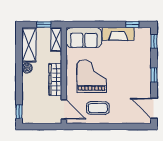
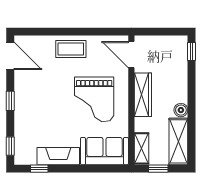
coffee table: (98, 108) -> (71, 49), moved

